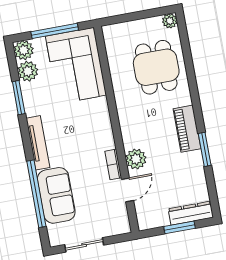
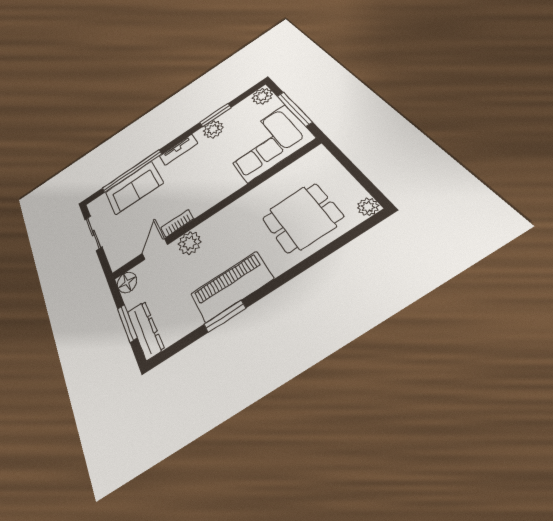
plant: (28, 71) -> (213, 129), moved
piano: (187, 129) -> (231, 286), width x1.37, depth x1.33
tv unit: (38, 143) -> (179, 150), width x0.71
door: (127, 190) -> (155, 249), swing flipped
floor lamp: (146, 221) -> (127, 282), added

